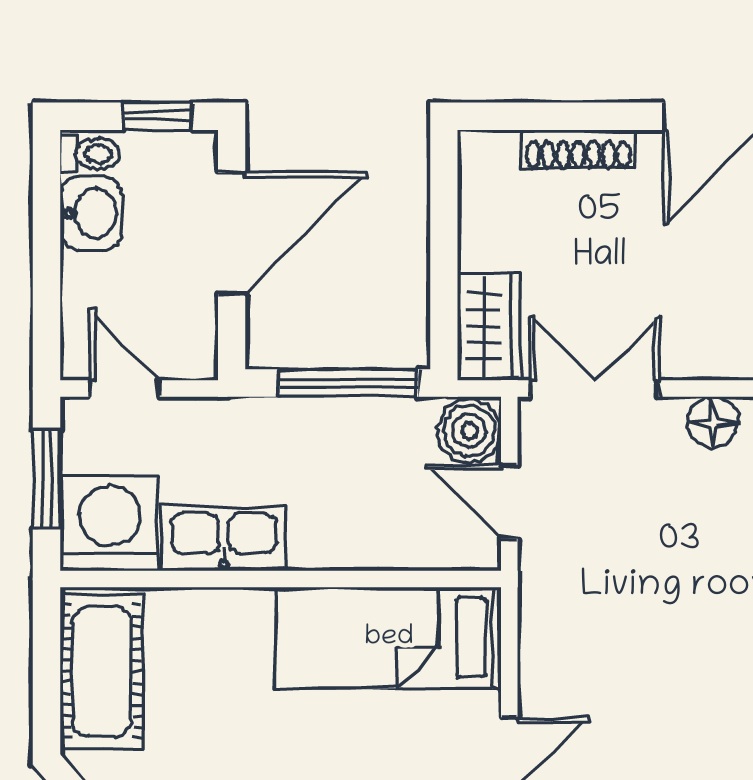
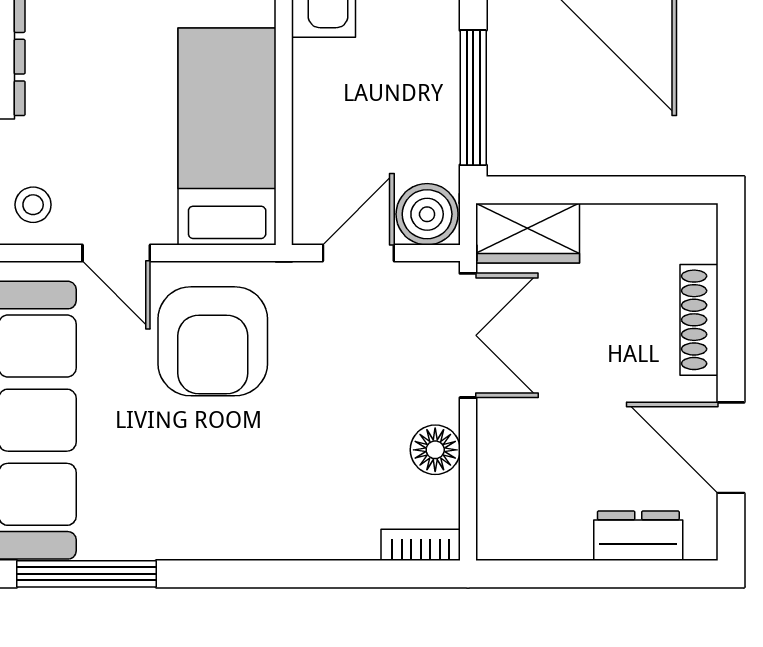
armchair: (601, 652) -> (213, 341), added

